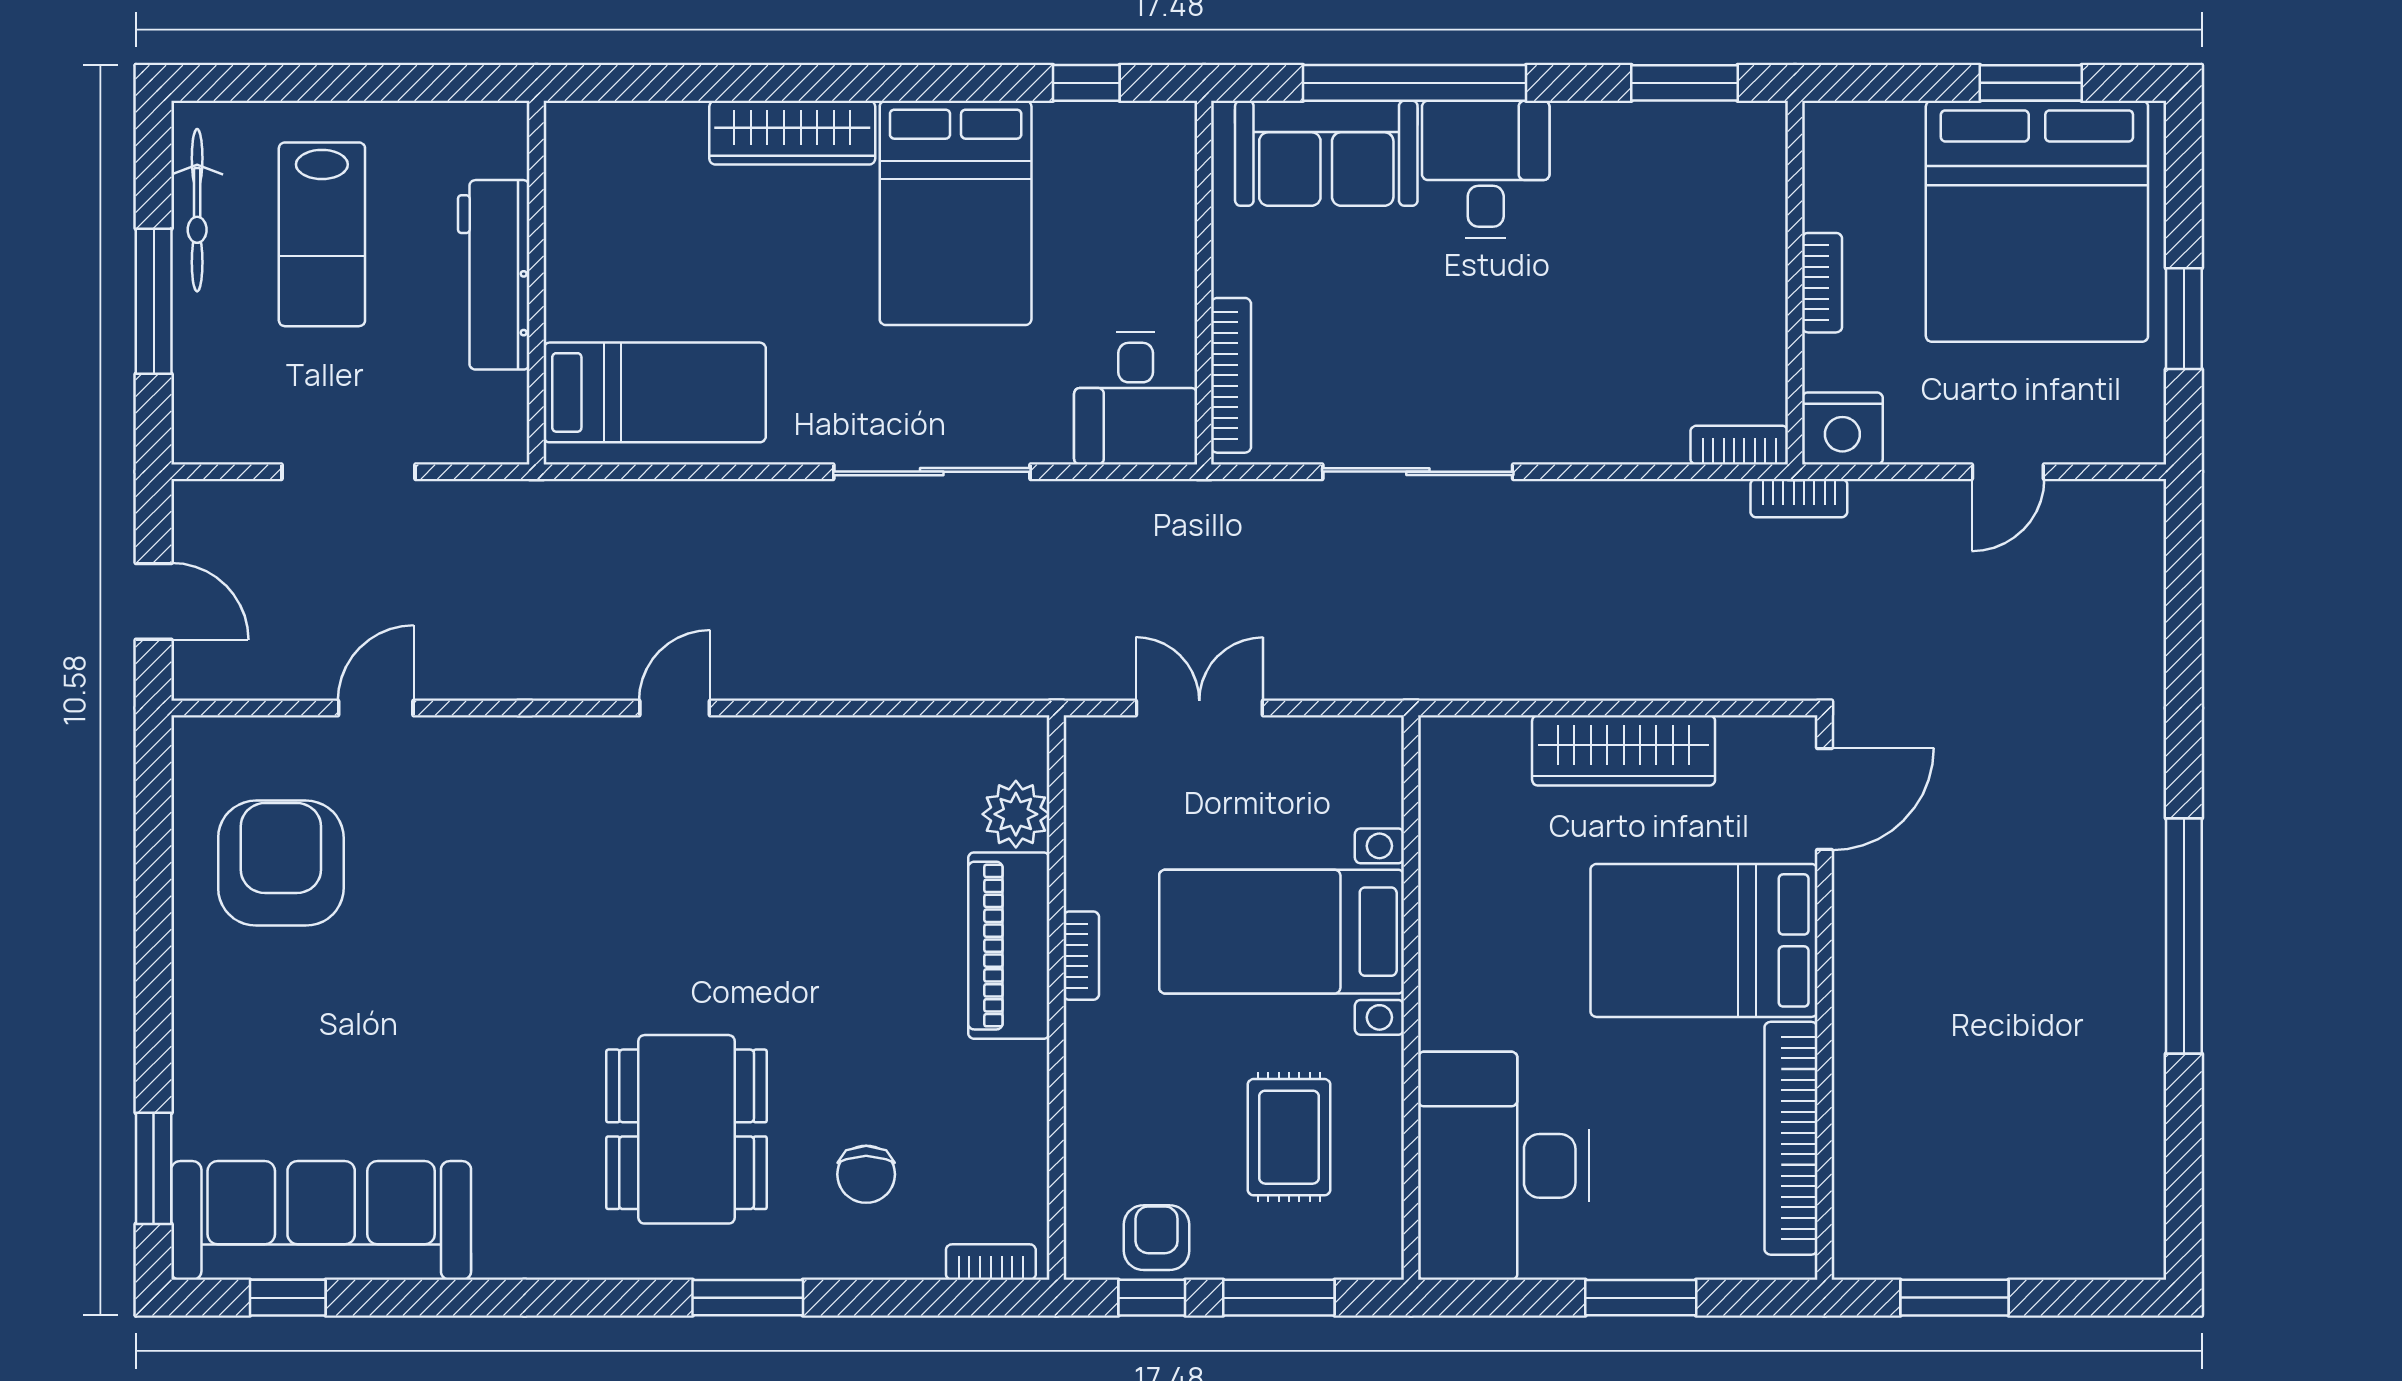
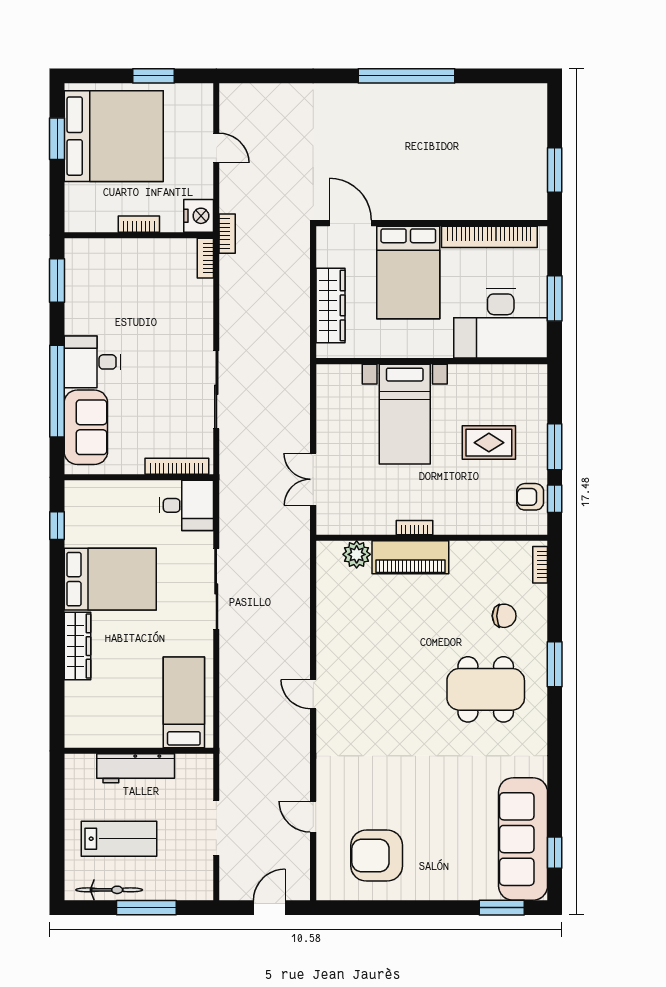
bed with nightstands: (1282, 932) -> (405, 414), moved
wall: (1411, 998) -> (432, 361), moved
desk: (1503, 1166) -> (501, 323), moved

